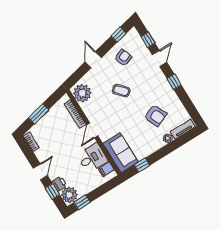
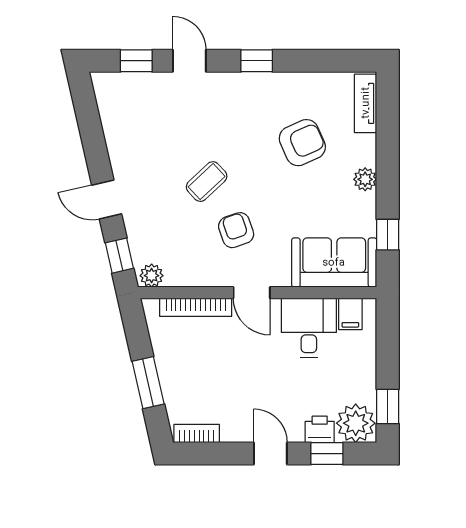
window: (119, 35) -> (119, 256), moved
armchair: (123, 58) -> (236, 230), moved
plant: (82, 93) -> (152, 276), width x0.53, depth x0.53
plant: (168, 138) -> (365, 179), moved

